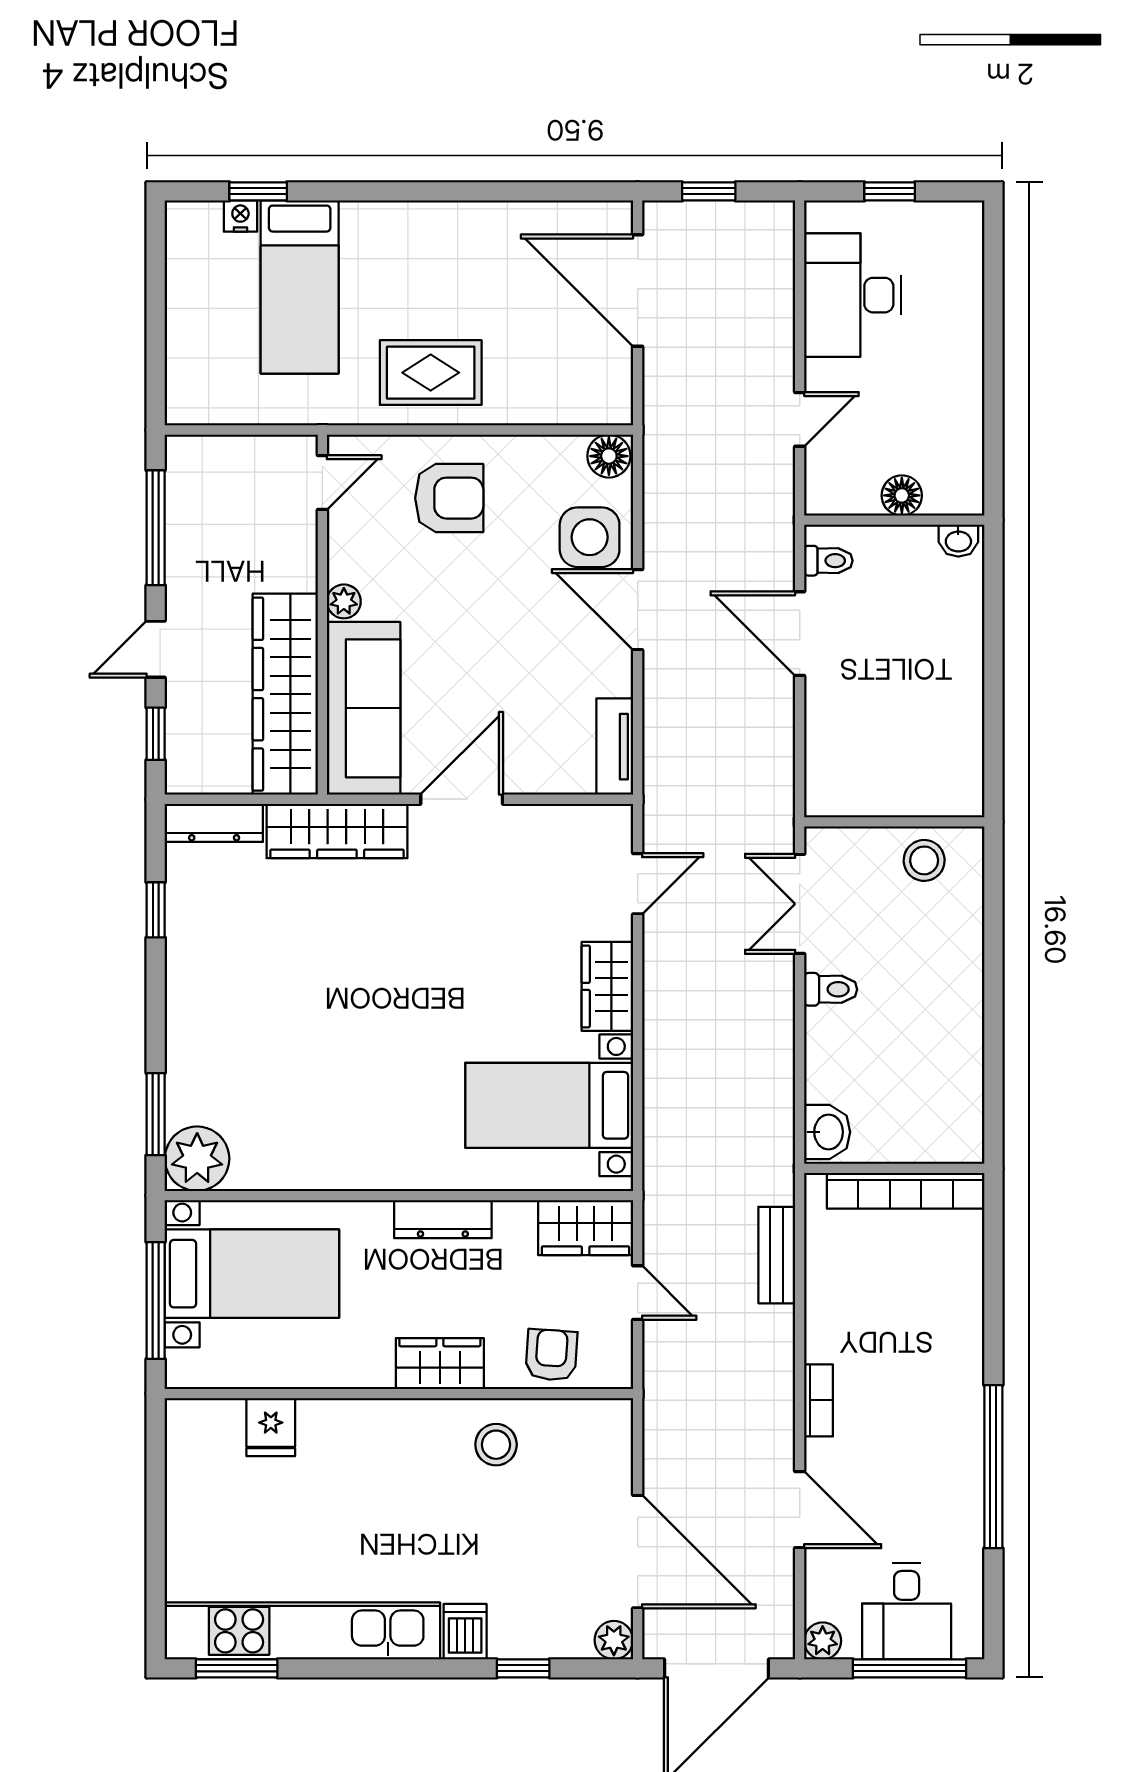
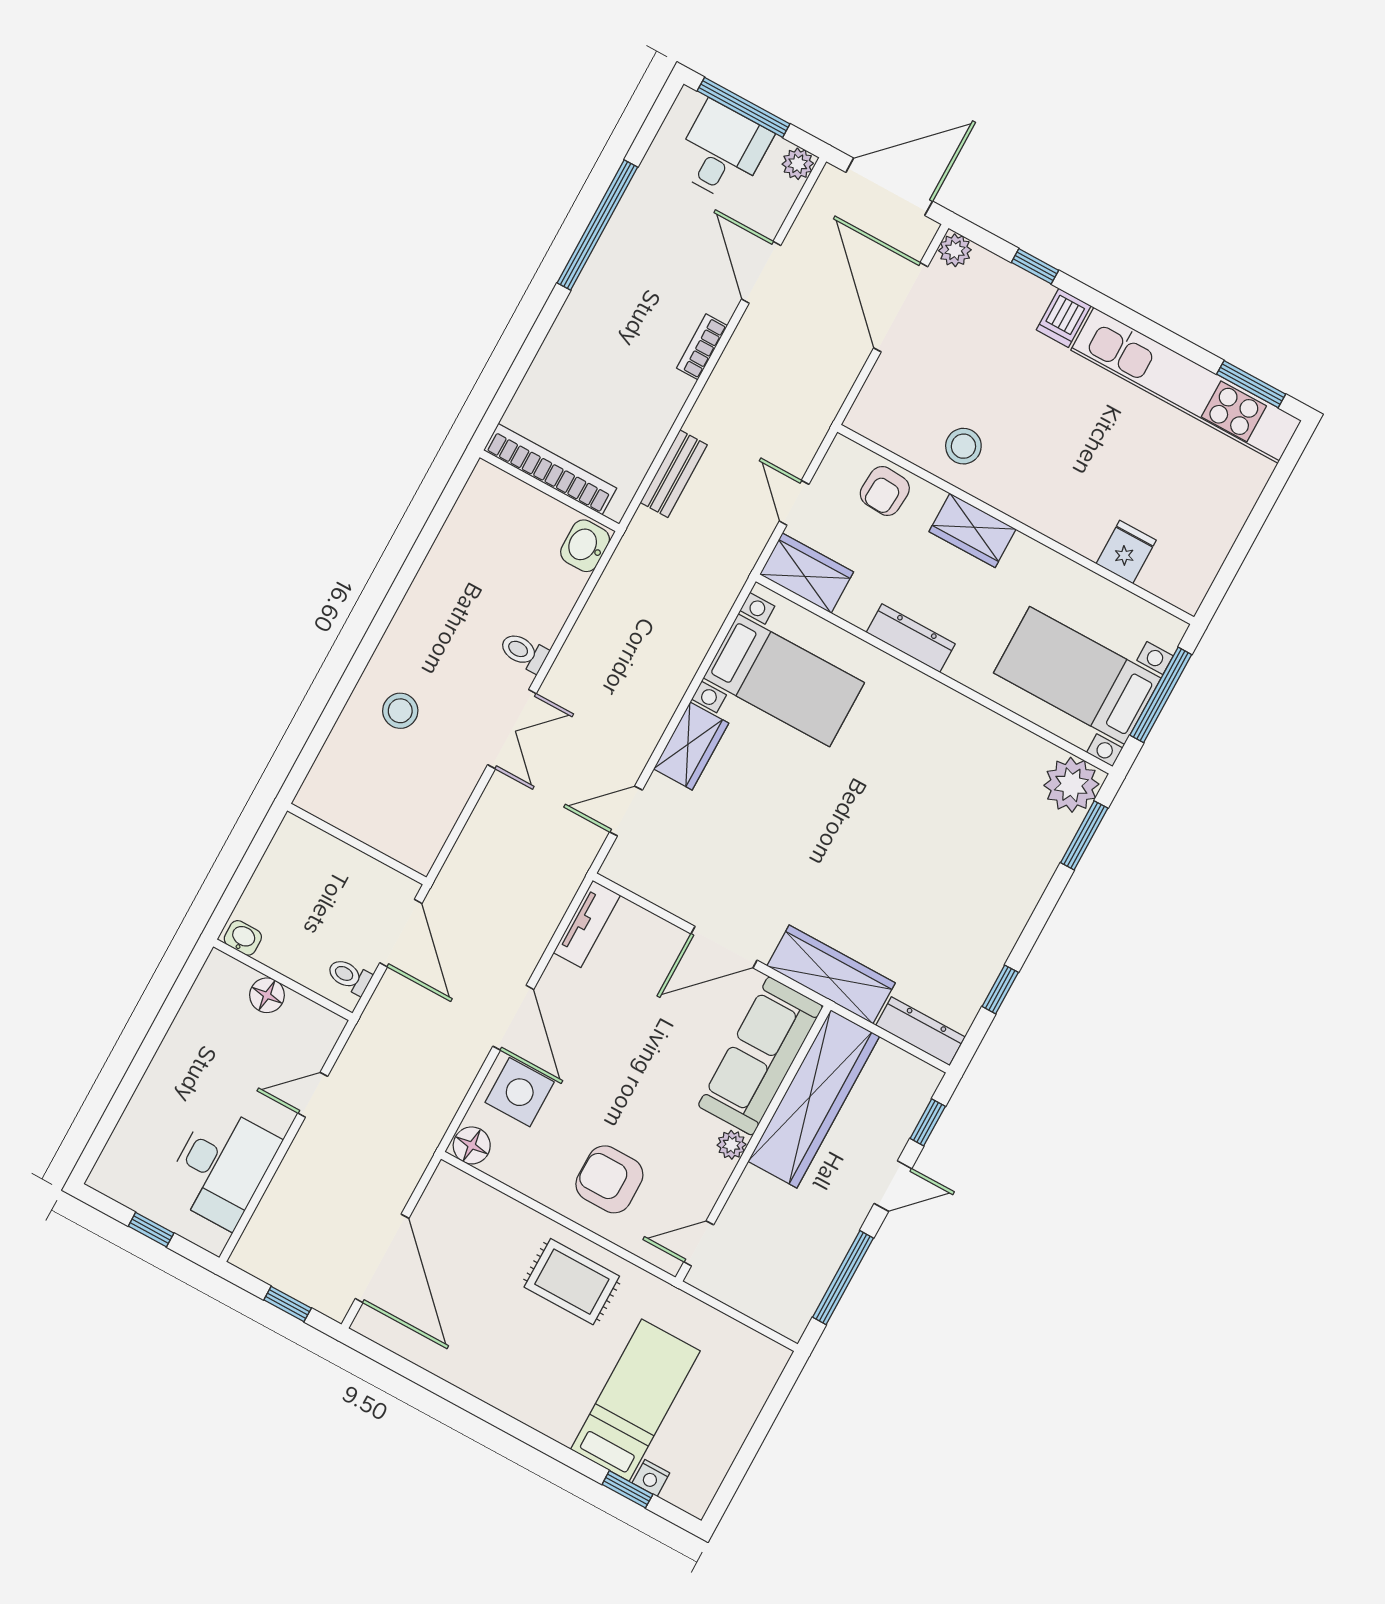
wall: (894, 822) -> (357, 844), moved

